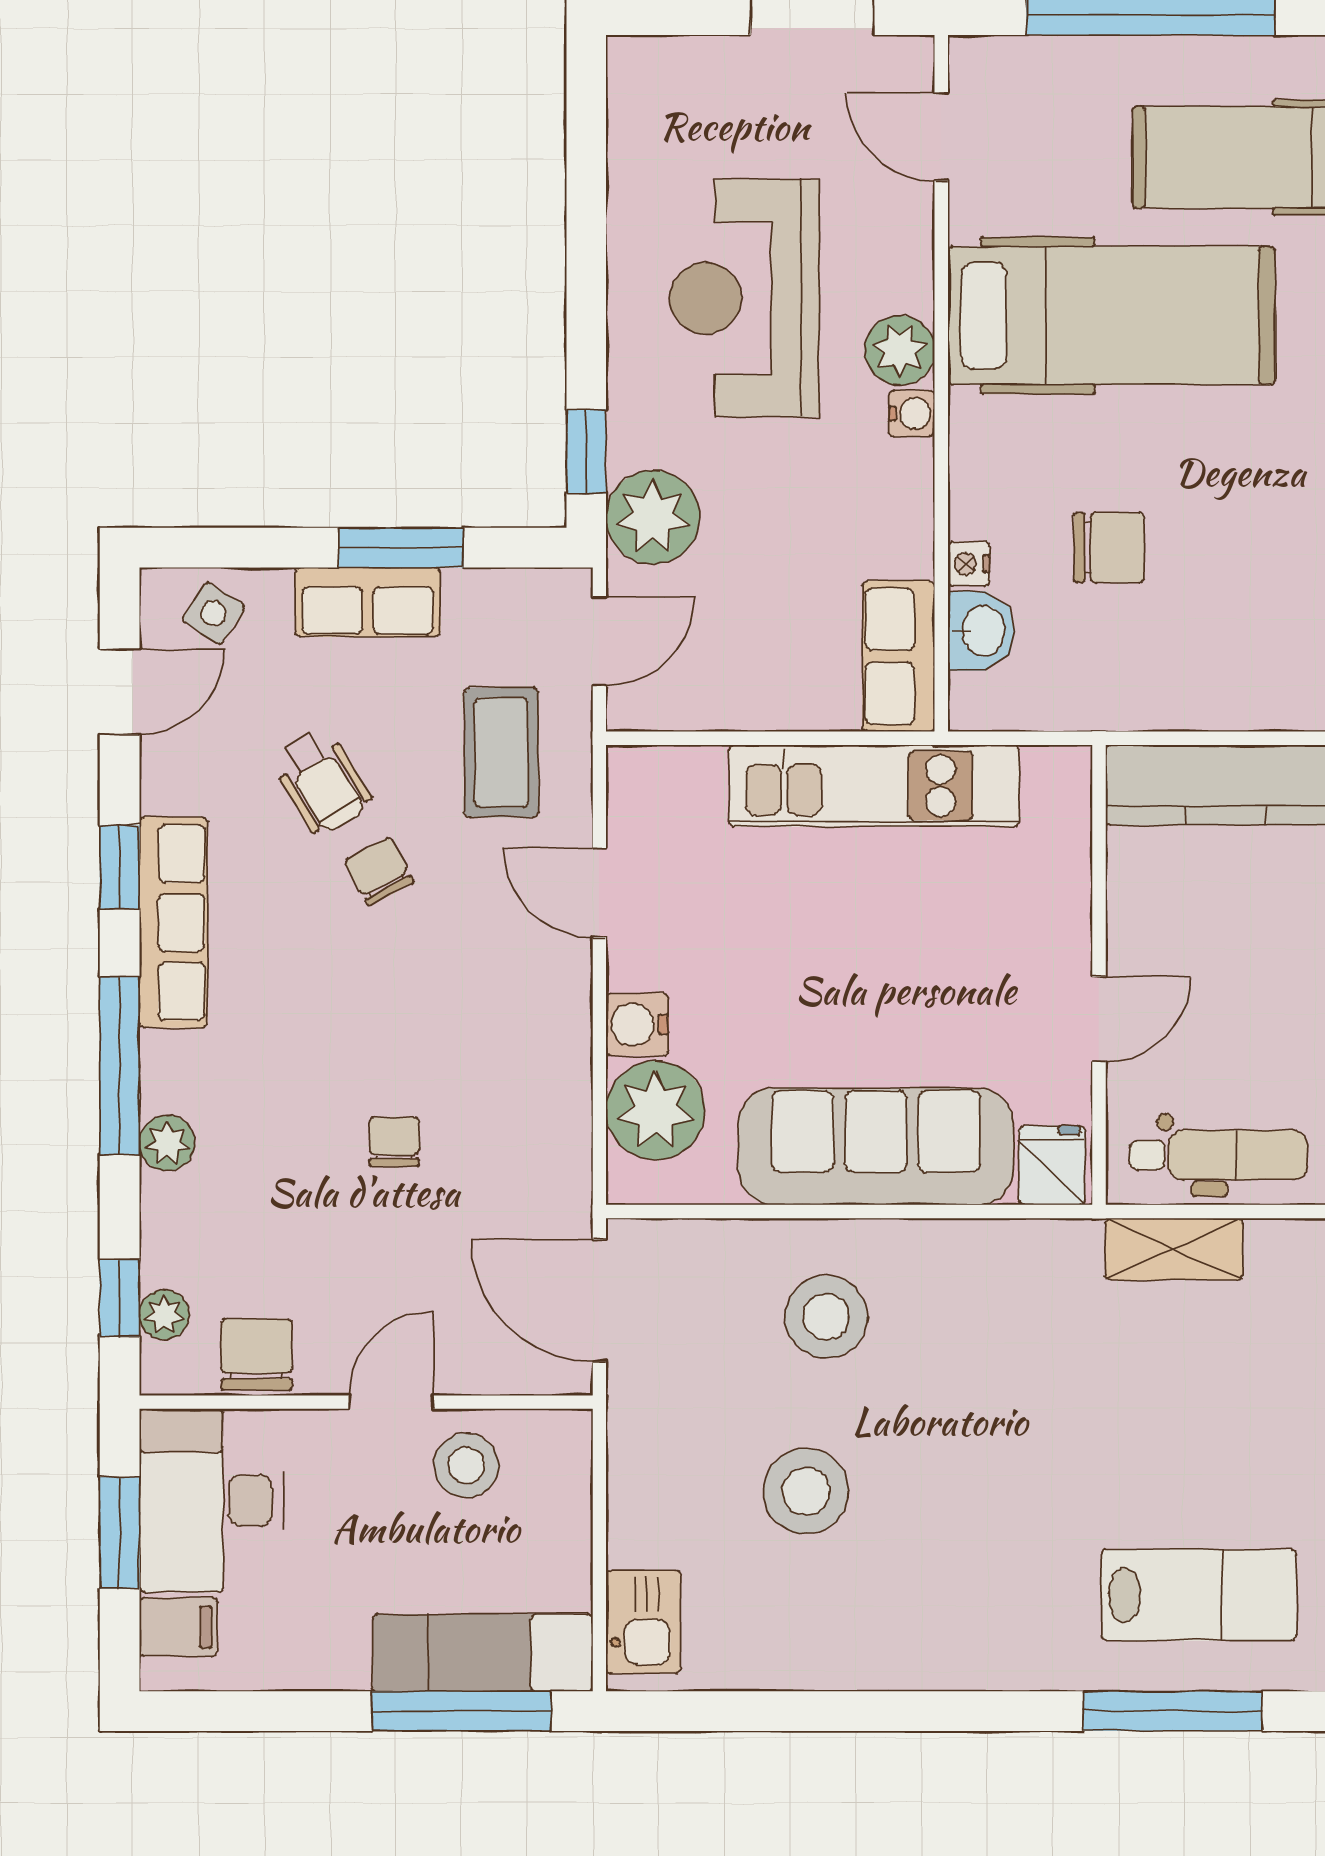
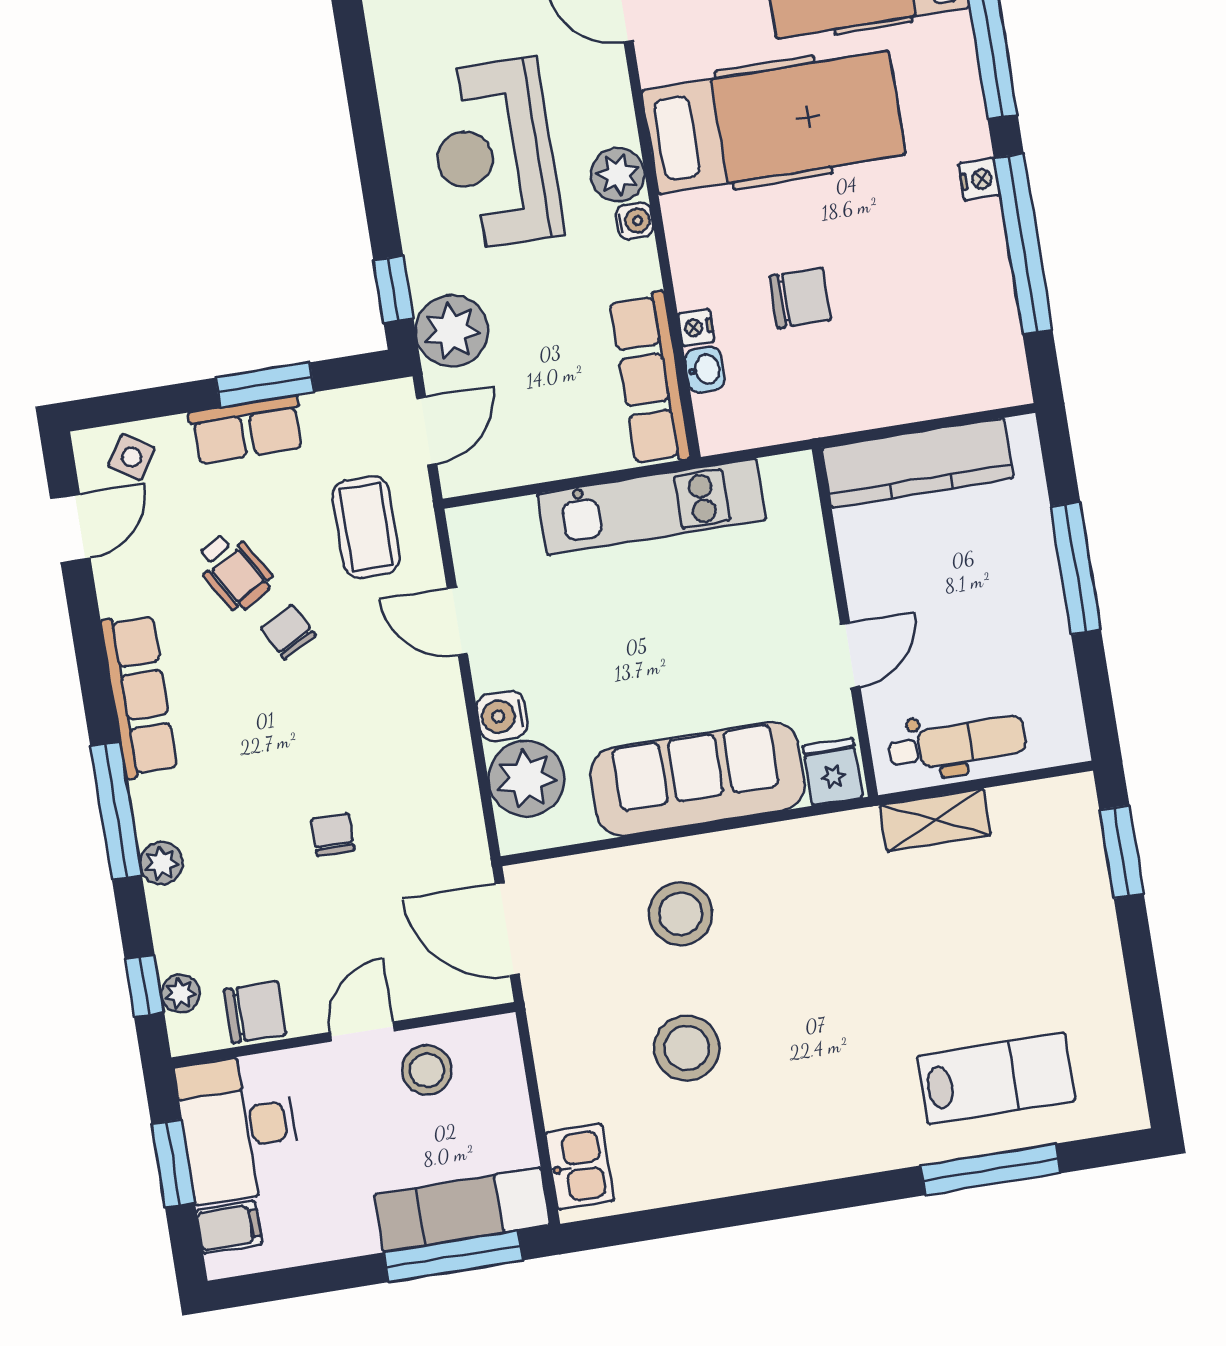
washbasin: (981, 631) -> (705, 370), width x0.72, depth x0.69
row of seats: (899, 656) -> (650, 379), width x1.48
window: (120, 867) -> (92, 661), removed
chair: (257, 1354) -> (255, 1012), turned 90

